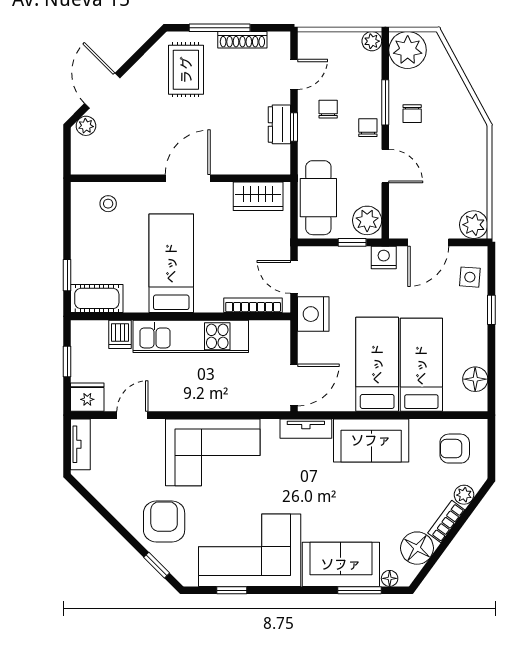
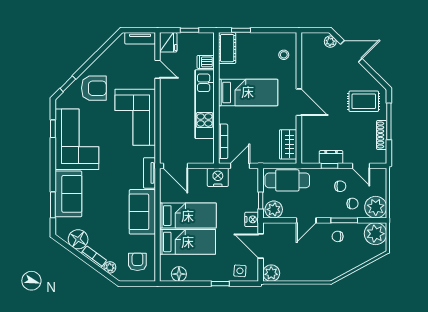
plant: (372, 41) -> (376, 207), width x1.88, depth x1.88
chair: (368, 128) -> (352, 204), moved
floor lamp: (390, 578) -> (60, 223), removed

